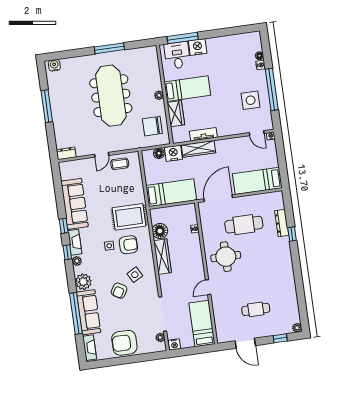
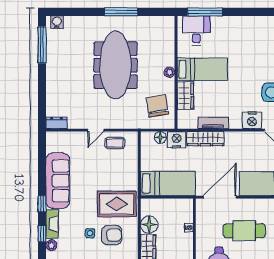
nightstand: (198, 47) -> (252, 120), moved, turned 180
window: (47, 106) -> (42, 45), moved
chair: (152, 126) -> (157, 106), turned 81

